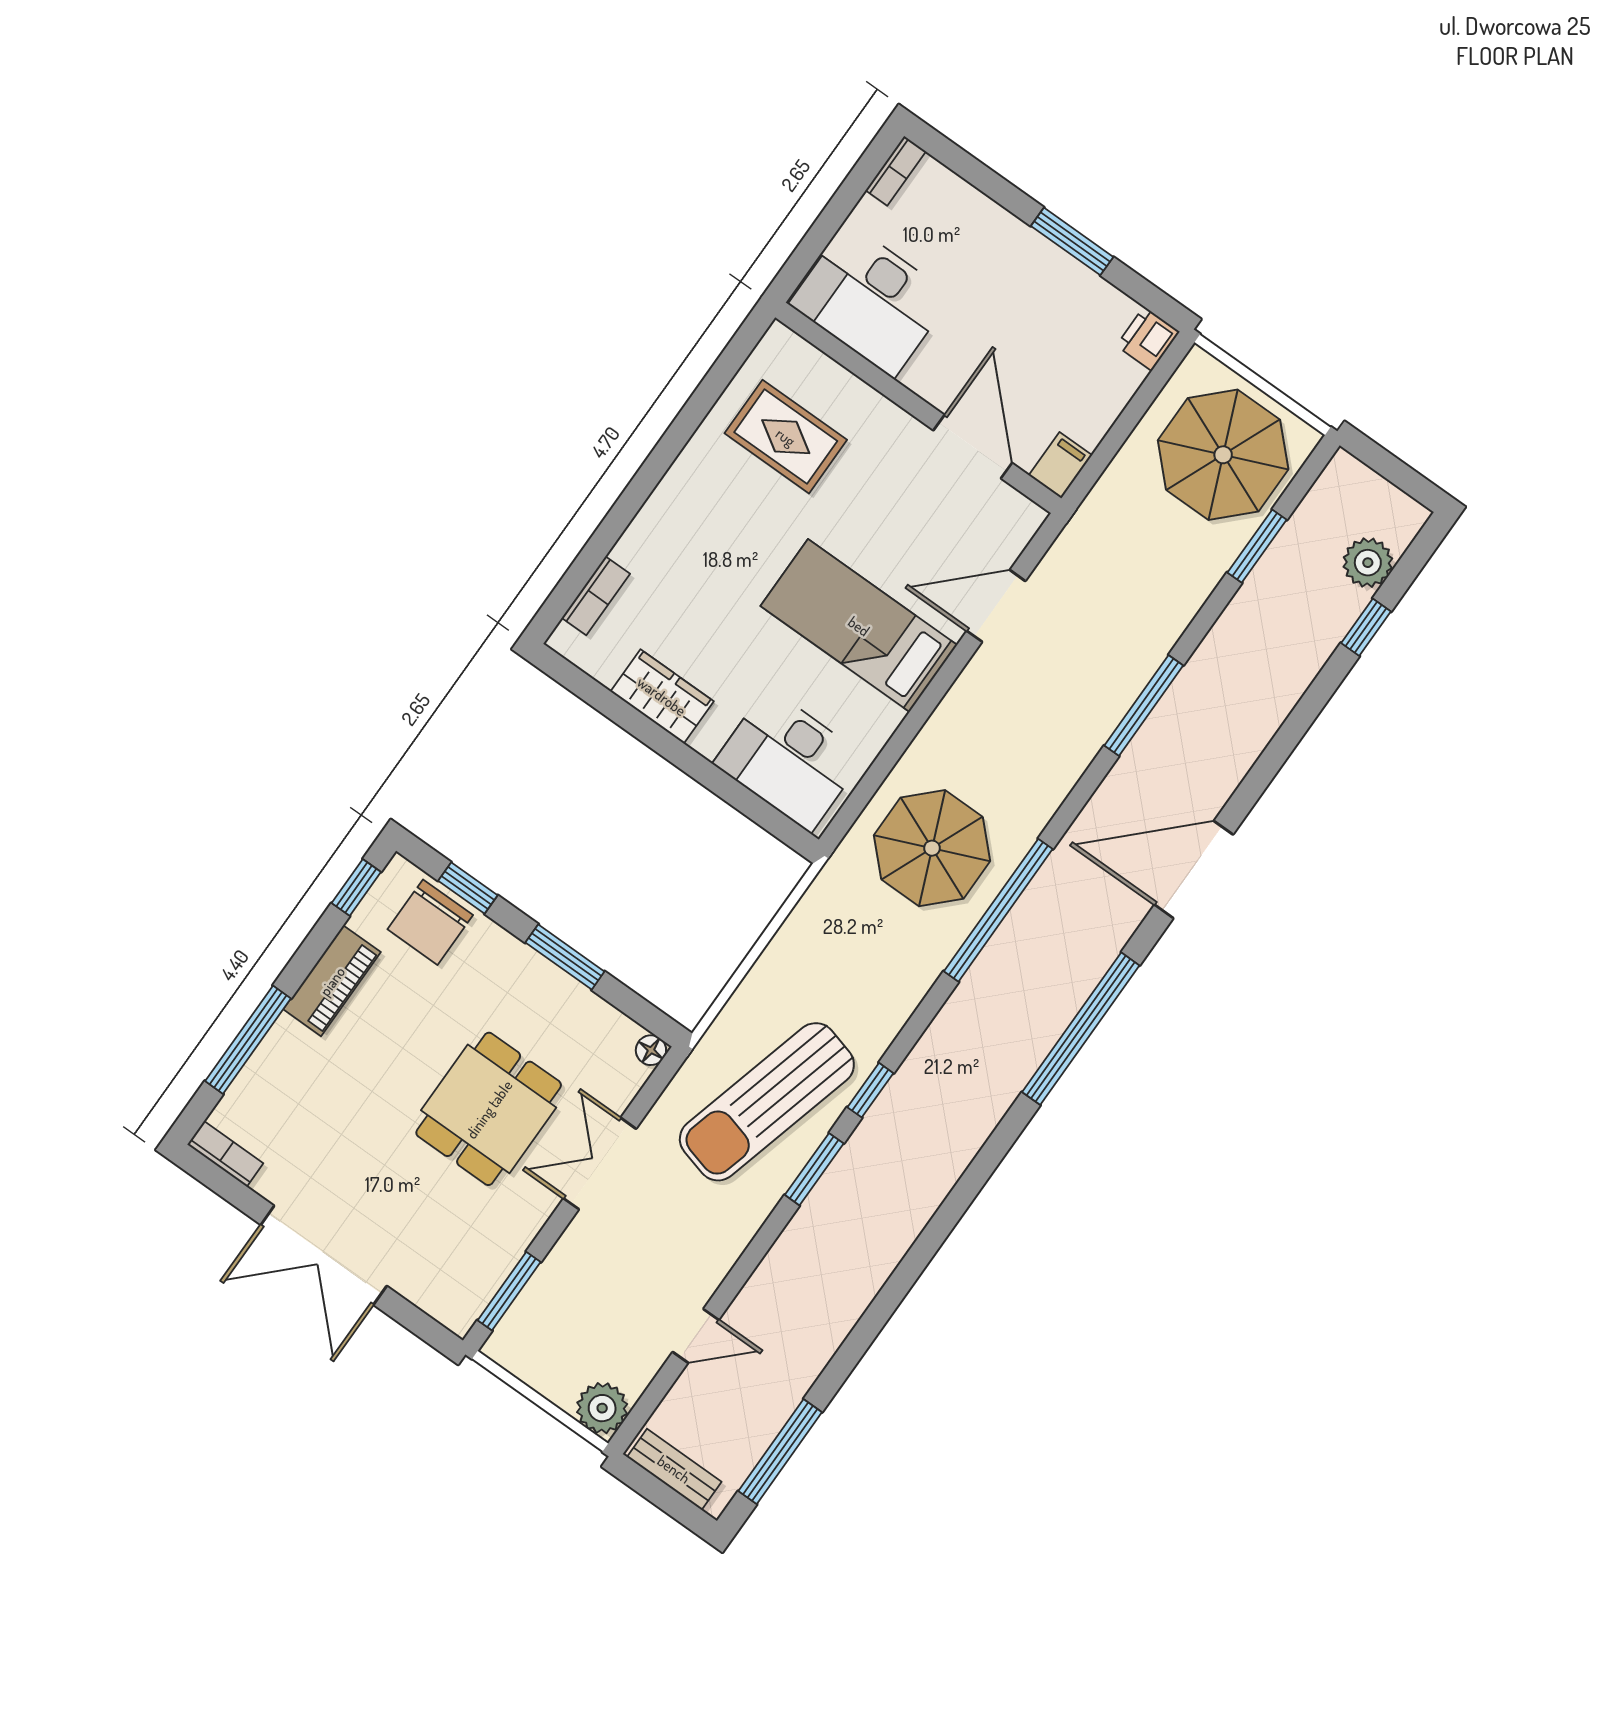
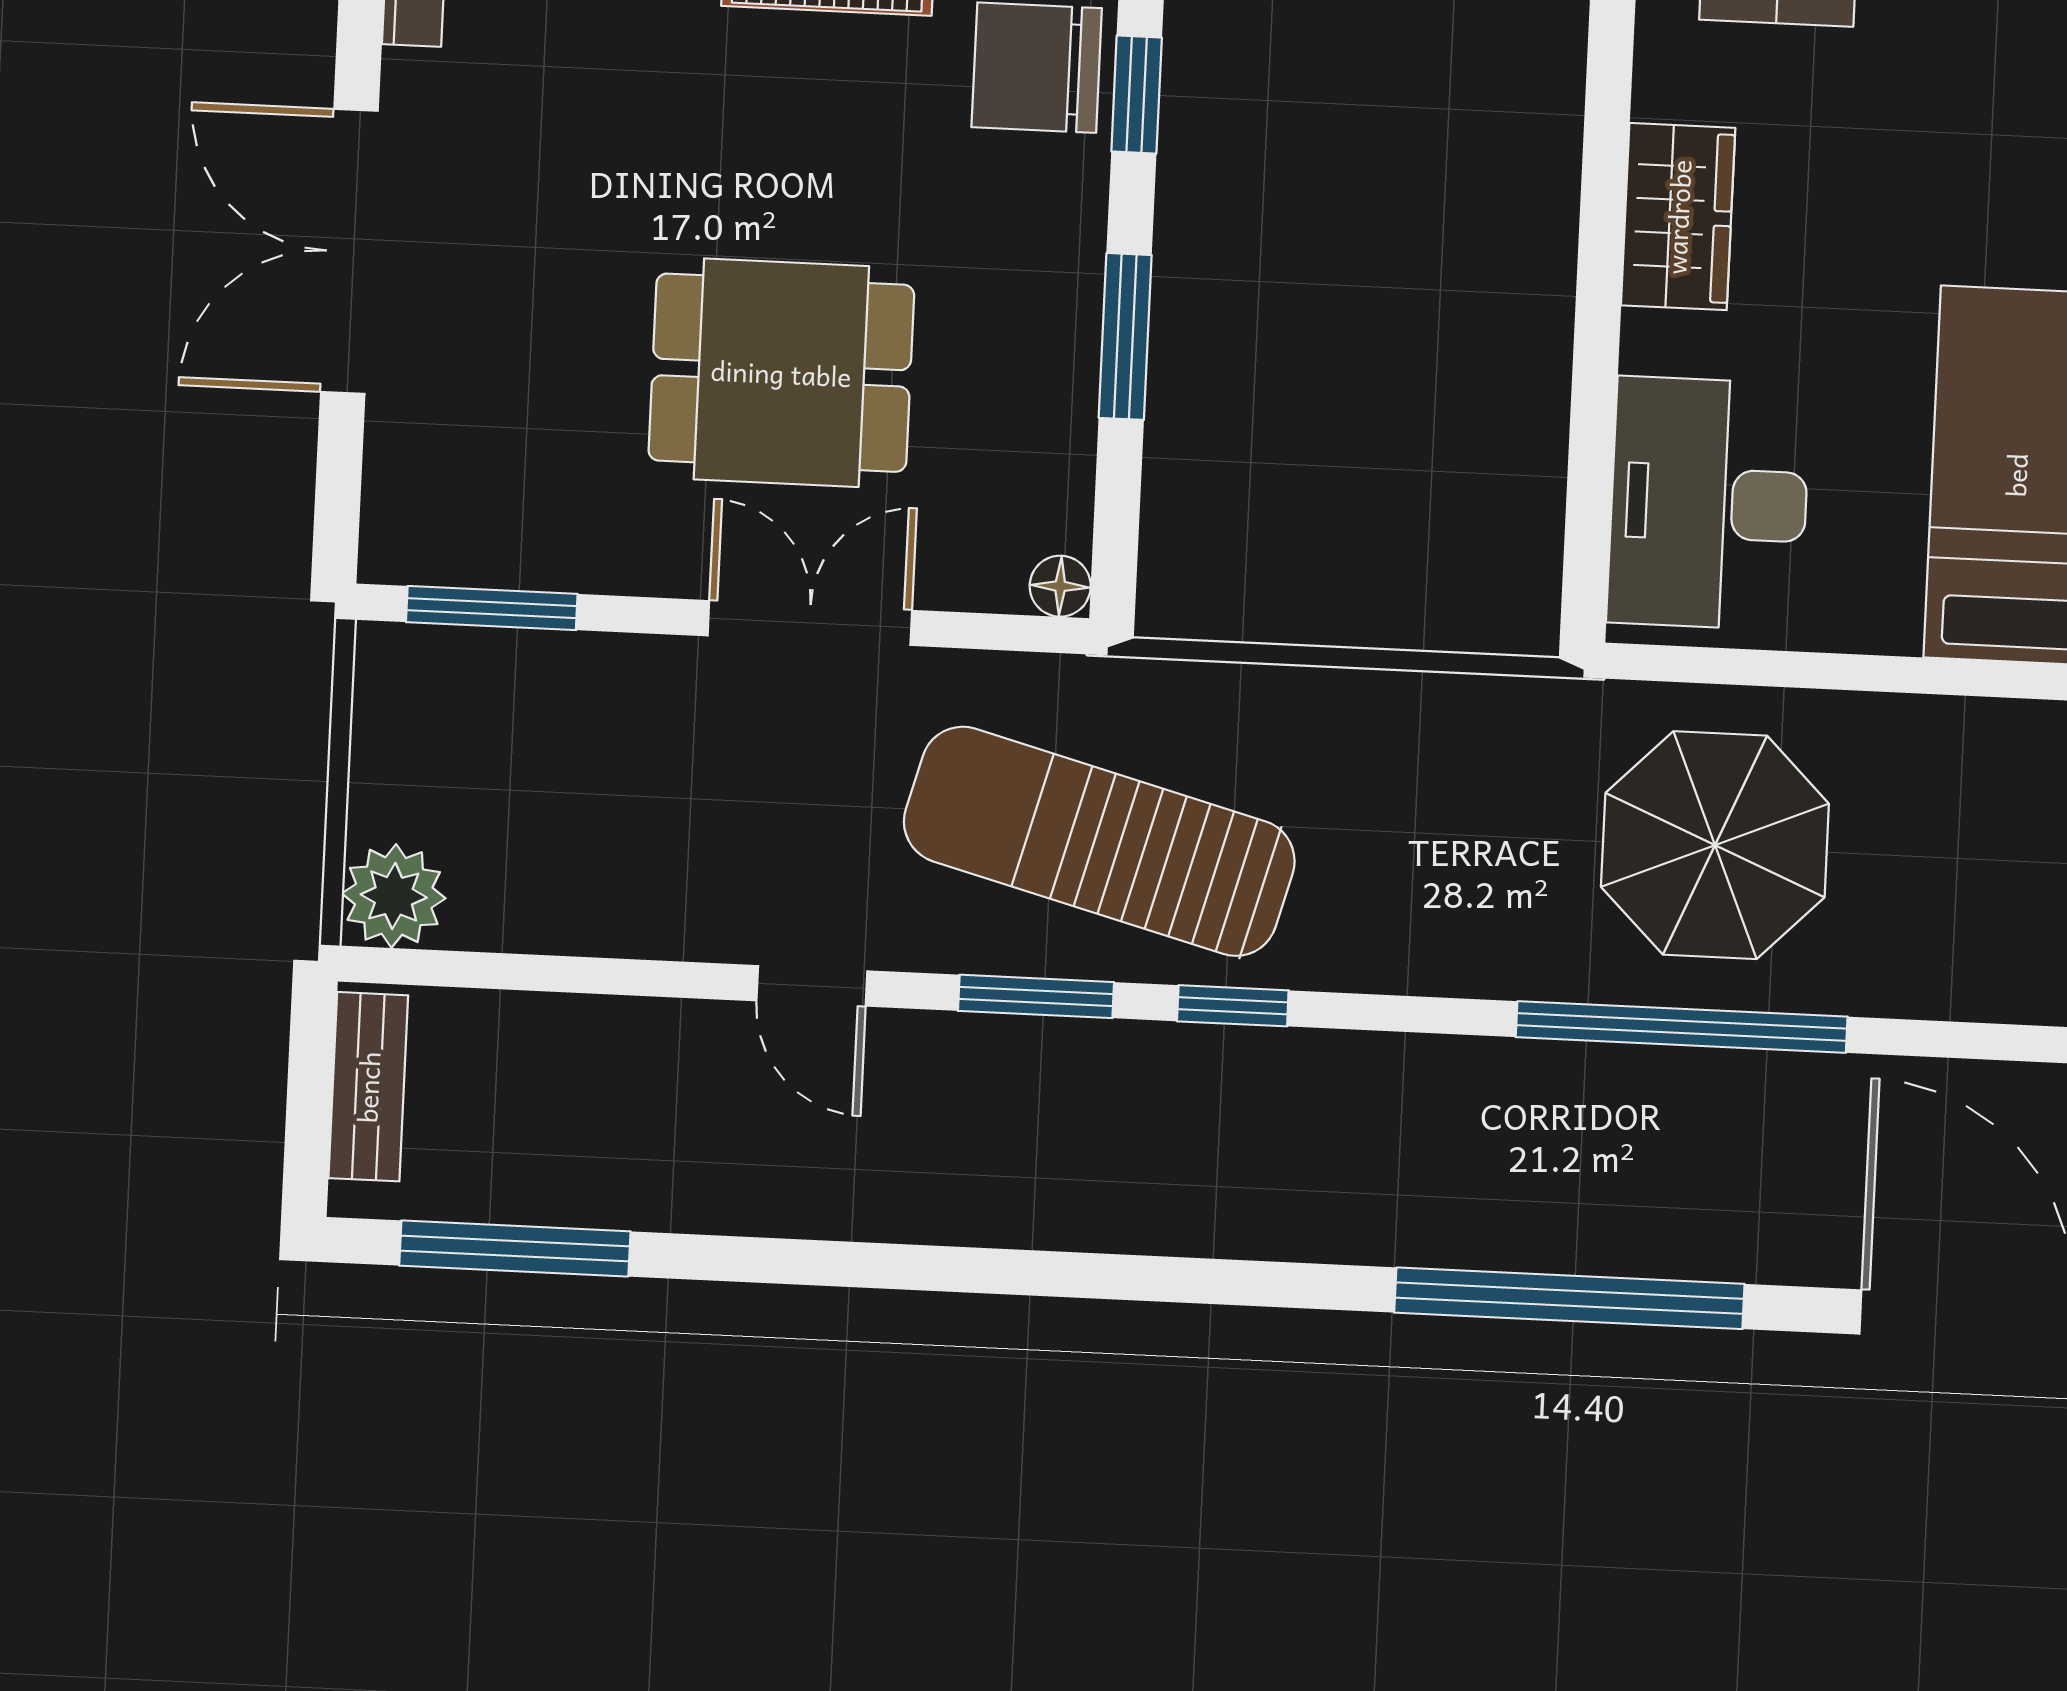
door: (696, 1336) -> (812, 986), moved

